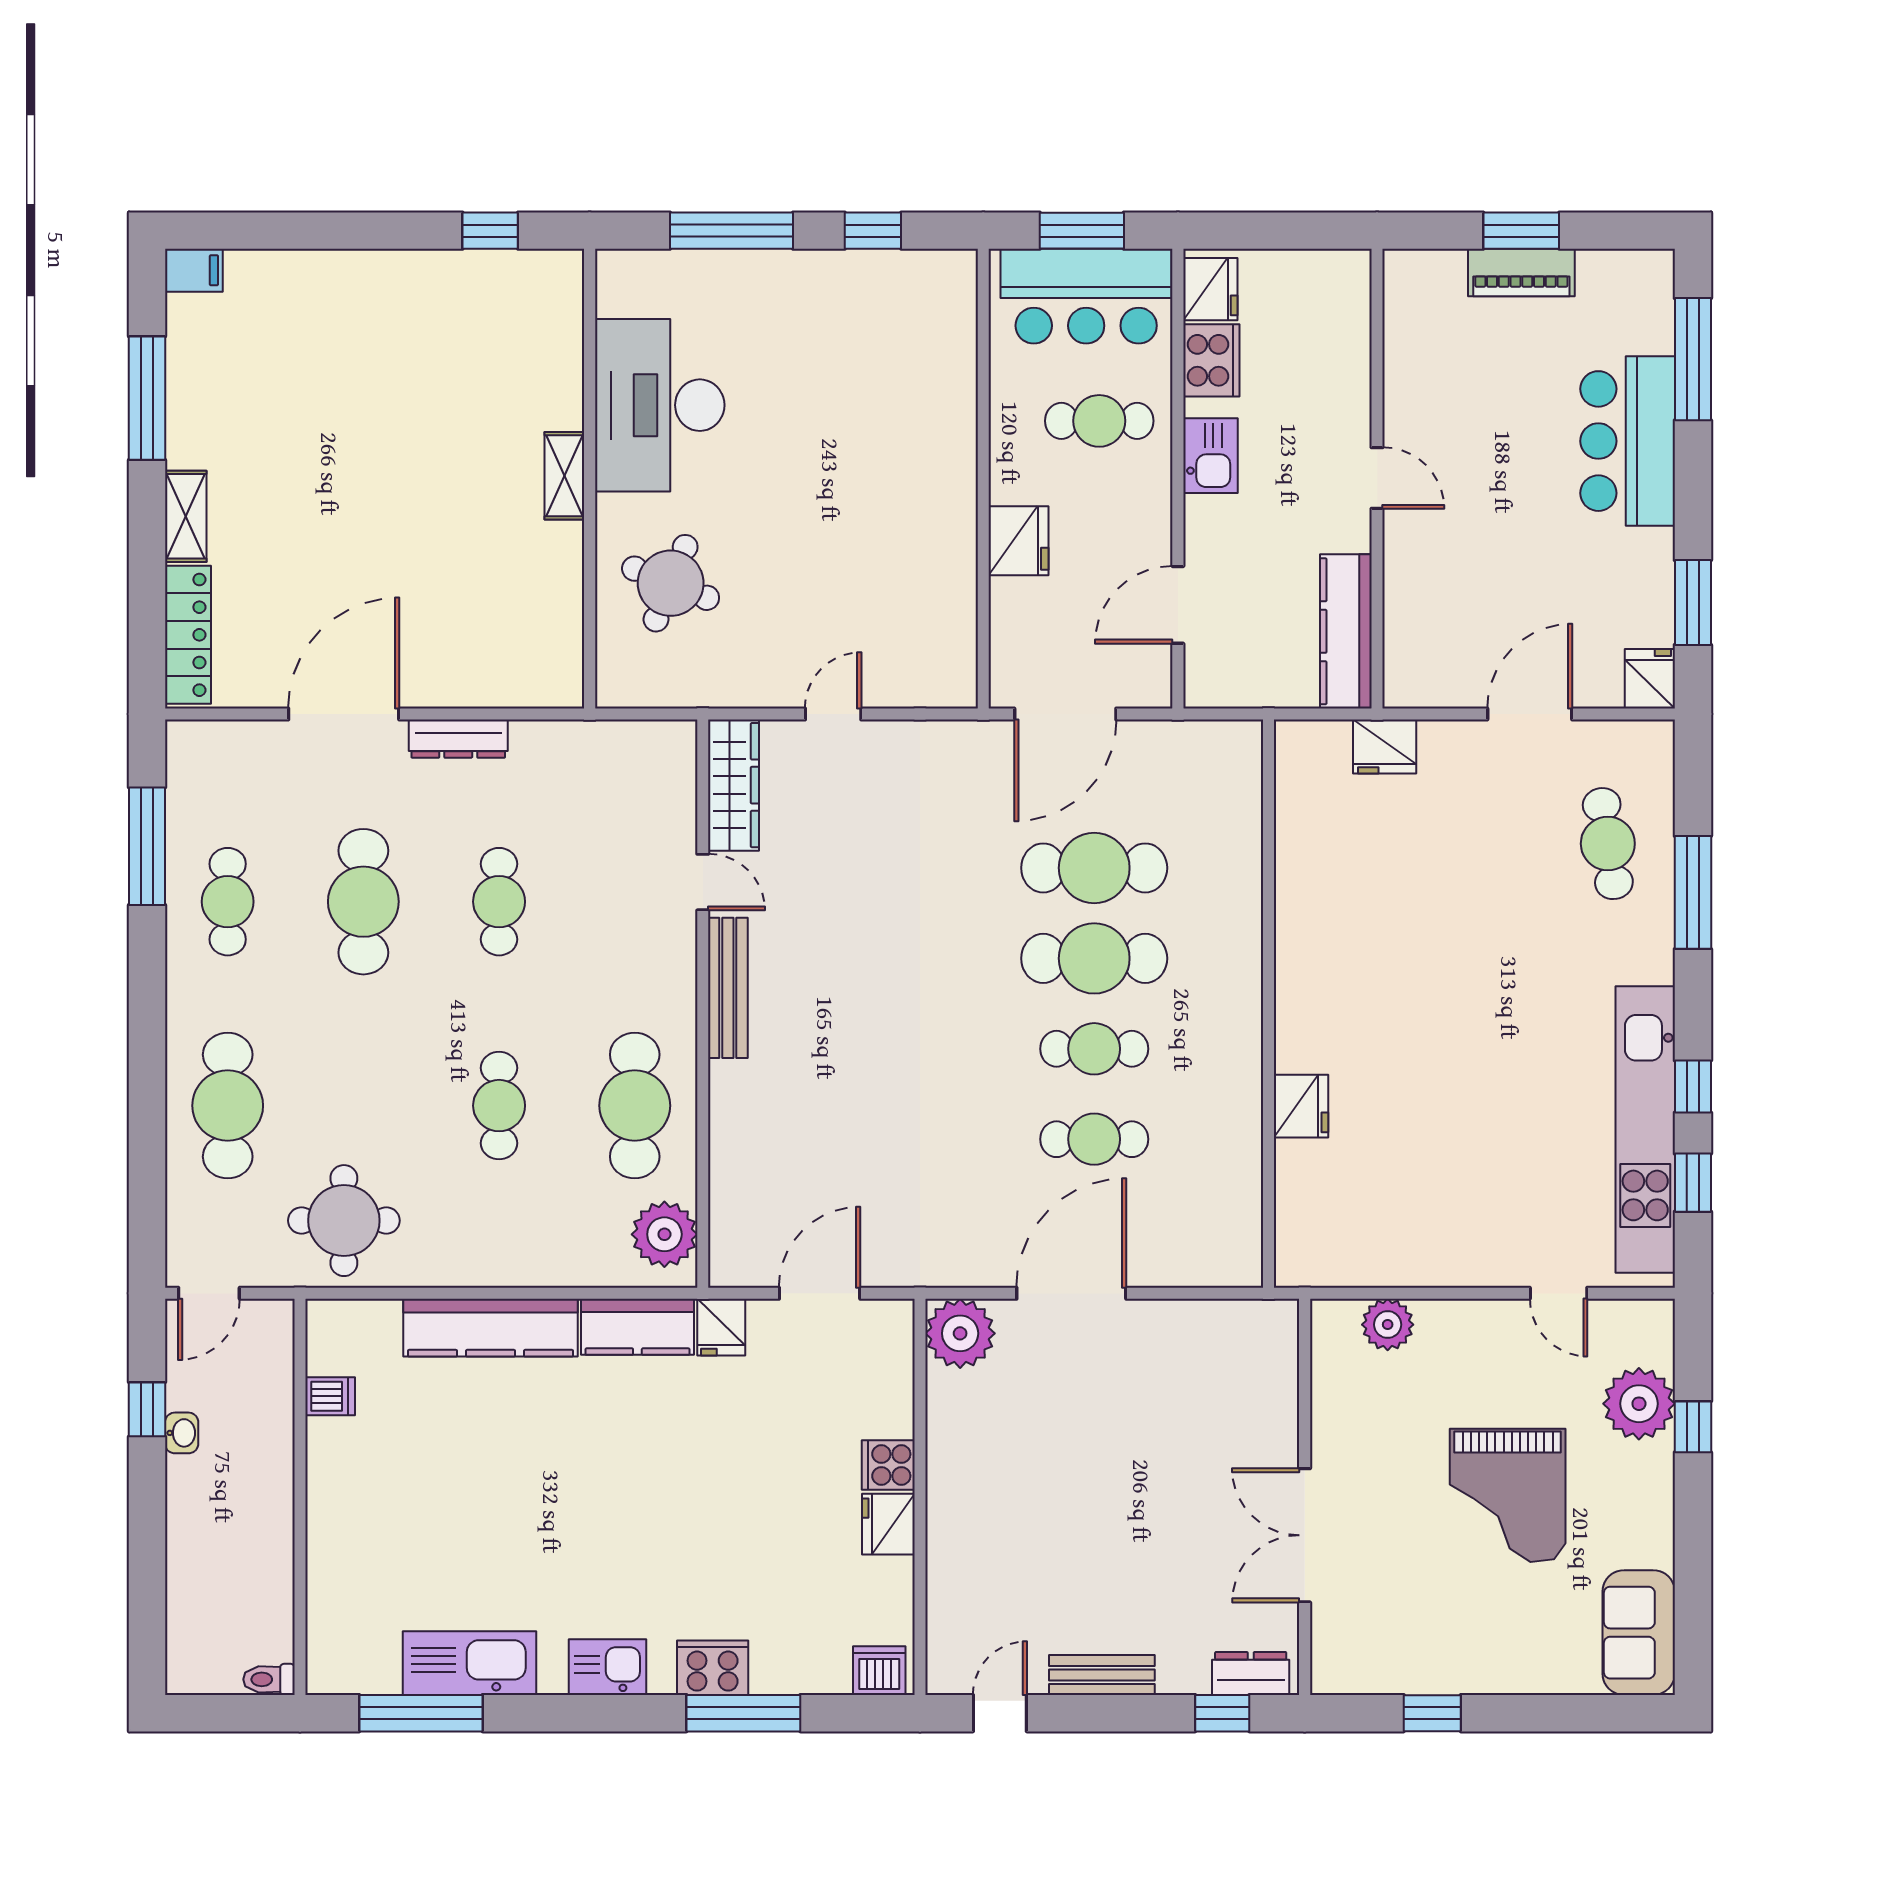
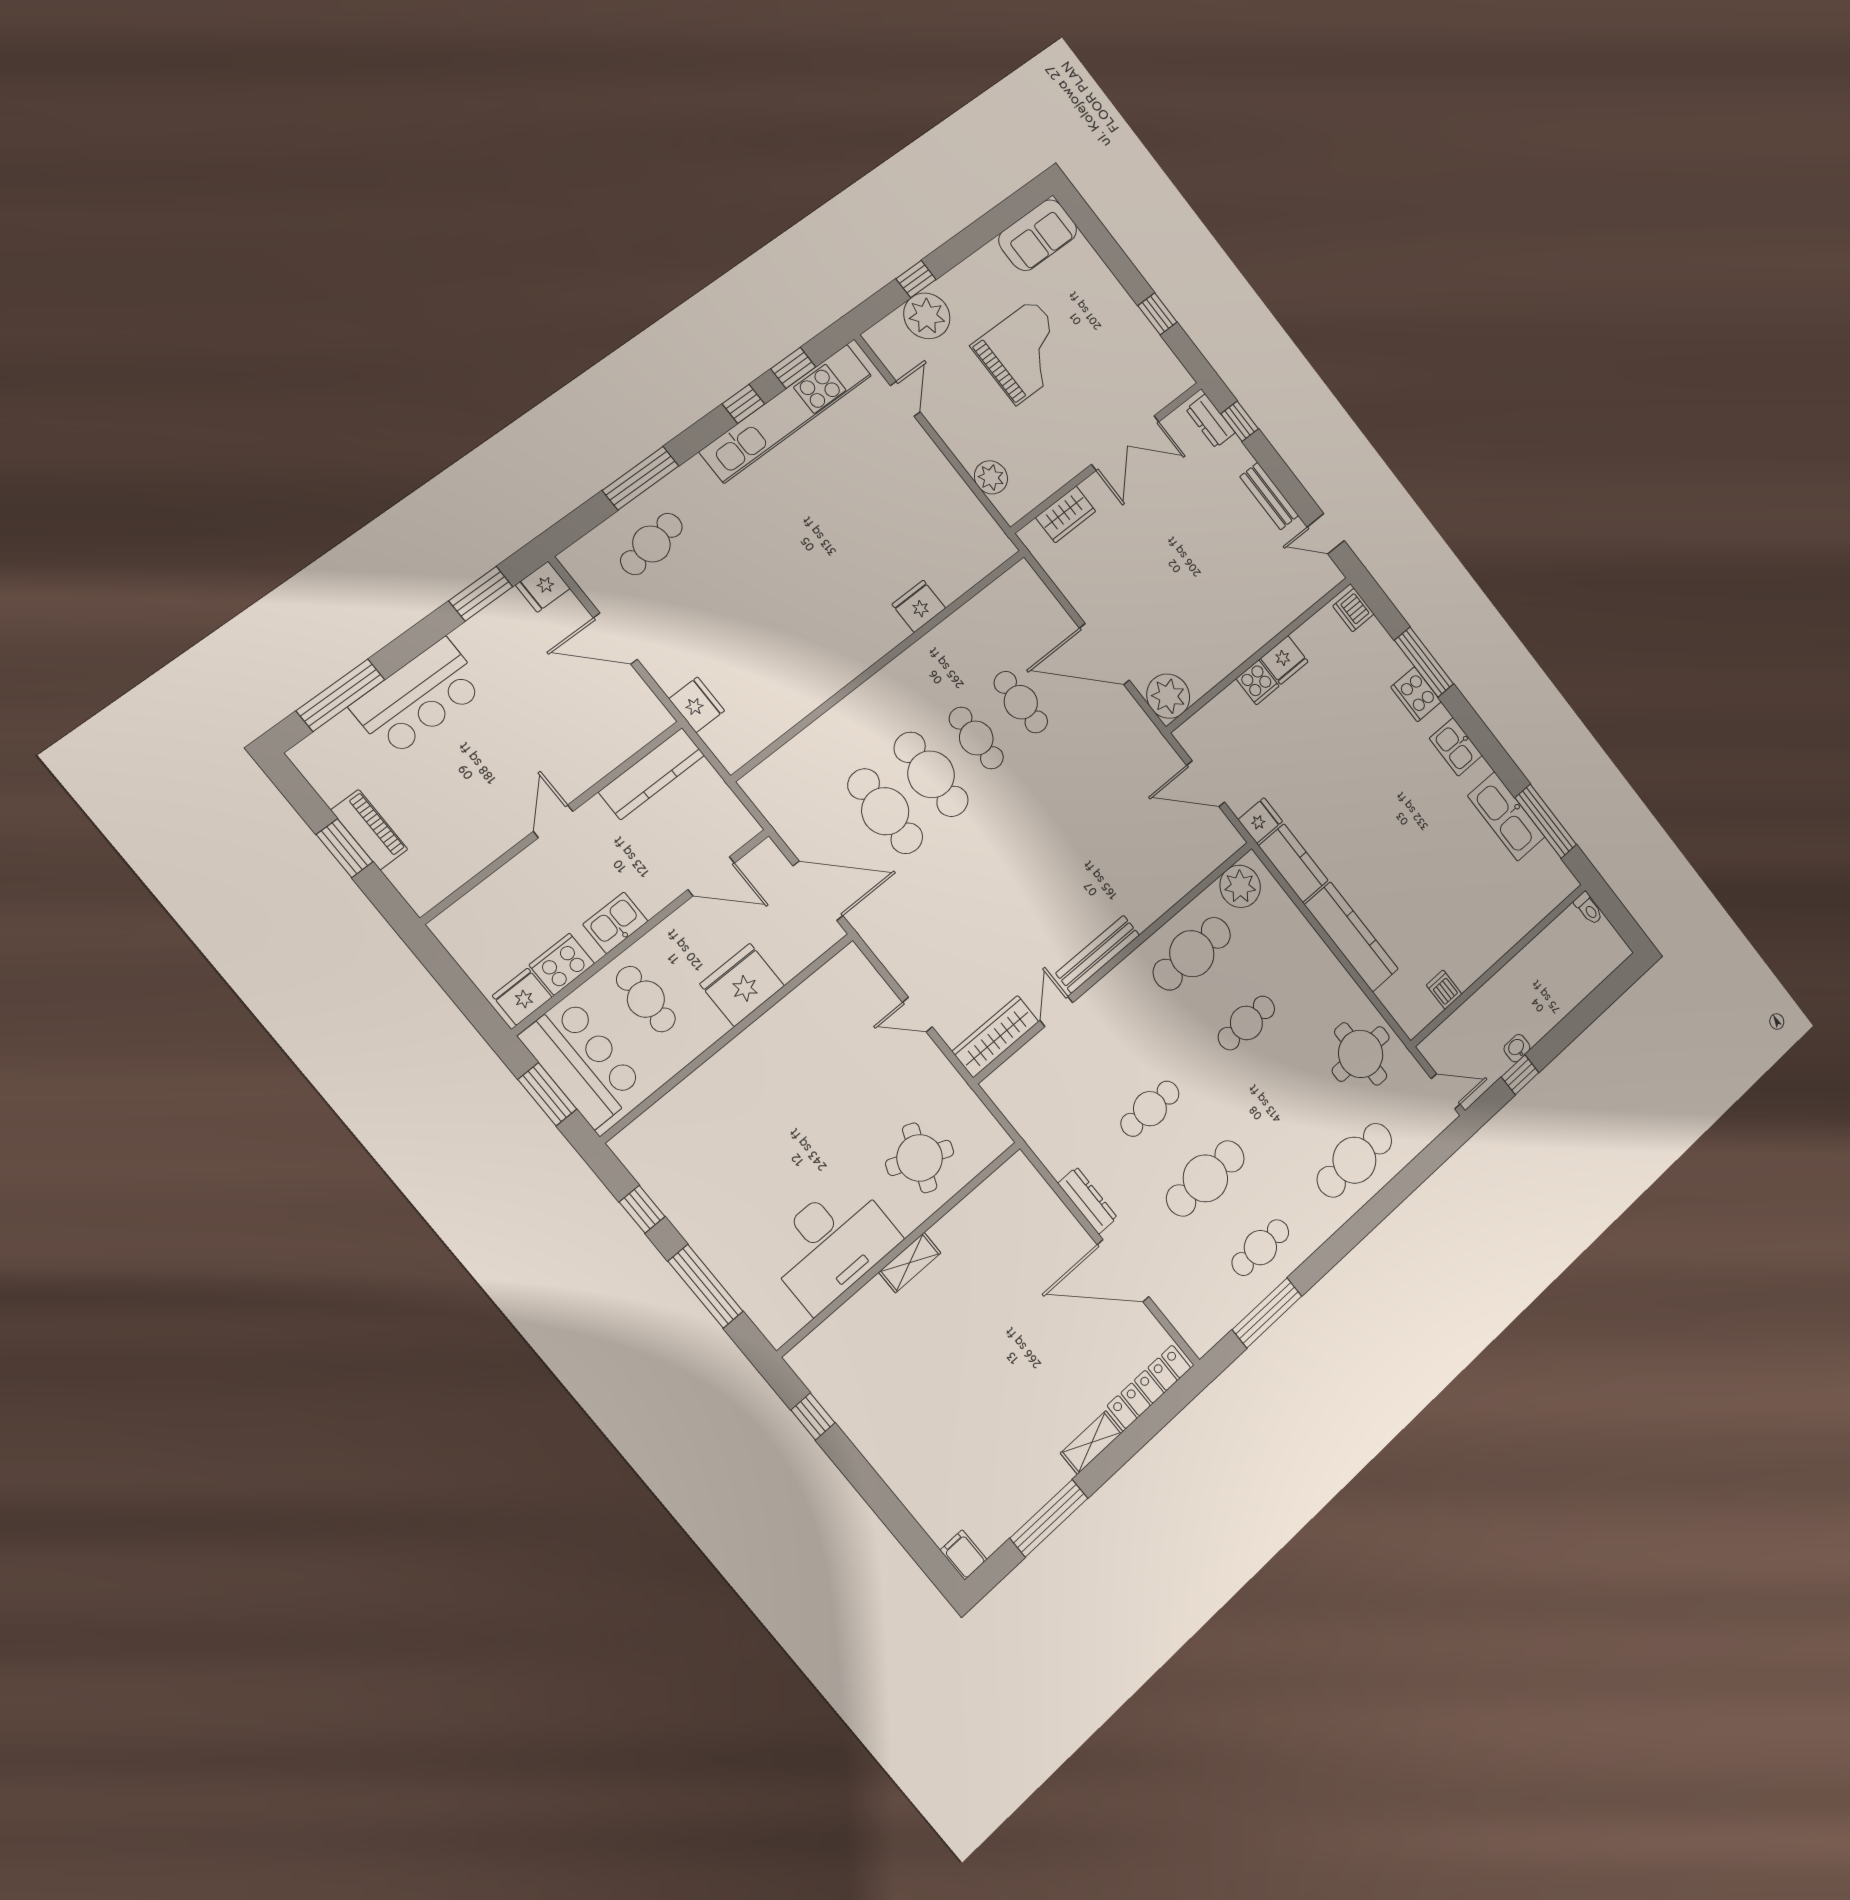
fridge: (1019, 541) -> (742, 985), width x1.36, depth x1.34
wardrobe: (1275, 1384) -> (1066, 514), added

